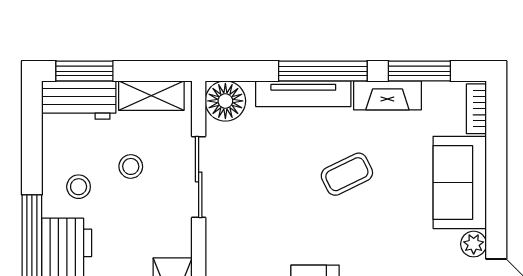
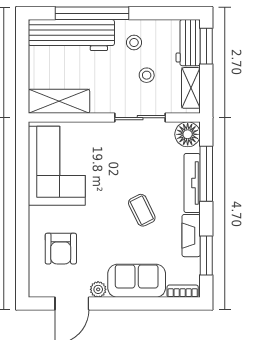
window: (323, 71) -> (206, 174), moved

